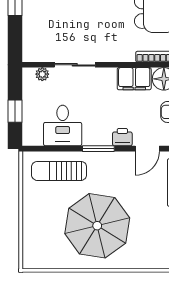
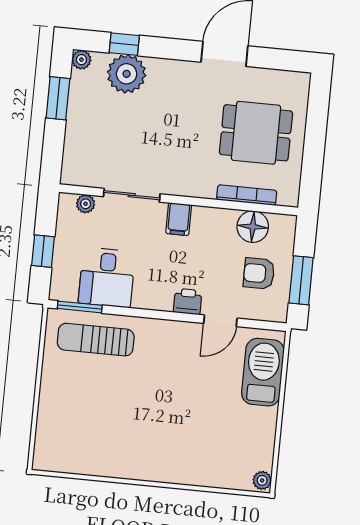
filing cabinet: (134, 79) -> (179, 219), moved, width x0.50
window: (98, 149) -> (80, 307), moved
parasol: (97, 226) -> (141, 420), removed

